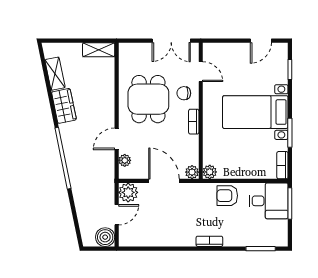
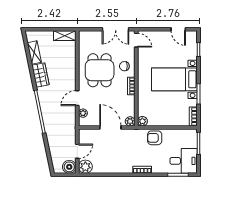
door: (261, 41) -> (178, 29), hinge flipped
door: (201, 72) -> (136, 40), moved
plant: (128, 192) -> (85, 167), moved
desk: (269, 201) -> (184, 161), moved

